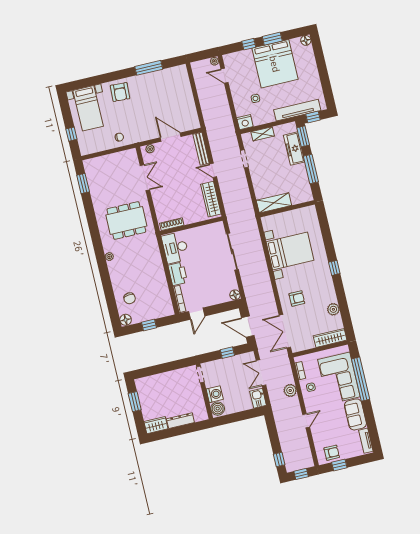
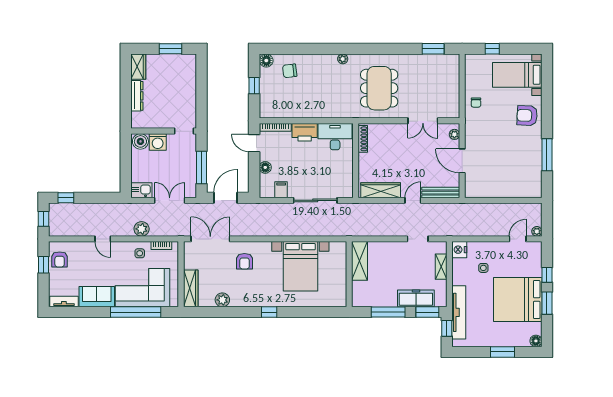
window: (322, 66) -> (502, 352), added
door: (171, 137) -> (462, 161), swing flipped
filing cabinet: (230, 282) -> (281, 190), added
floor lamp: (235, 295) -> (265, 167), moved
window: (227, 353) -> (201, 168), width x2.17

